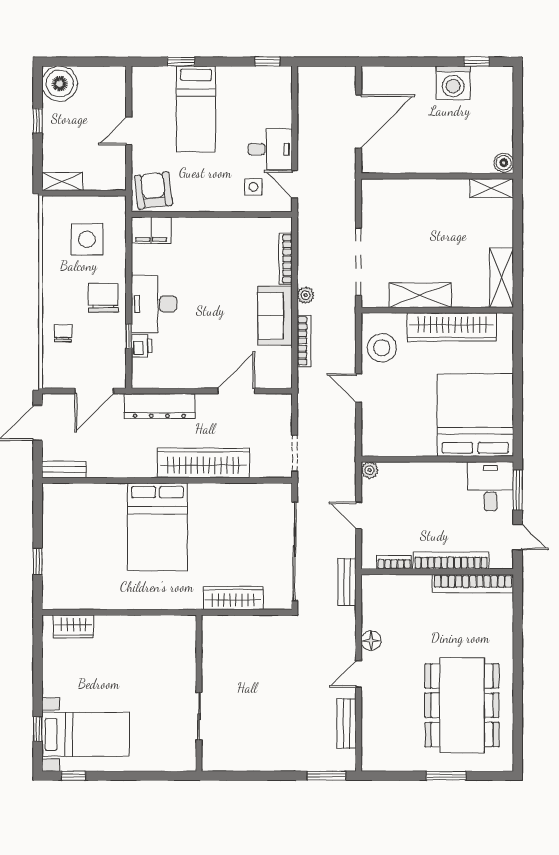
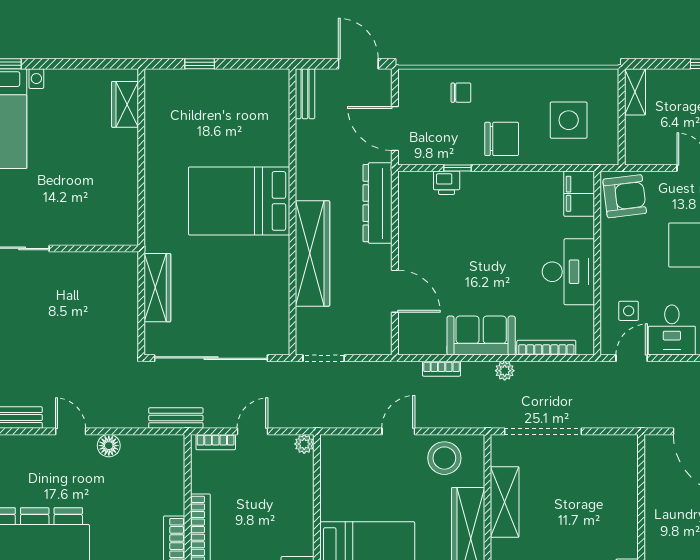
desk: (154, 304) -> (568, 272), moved, turned 90
bookcase: (304, 341) -> (442, 369), width x0.64
bookcase: (394, 562) -> (216, 442), moved, turned 90

